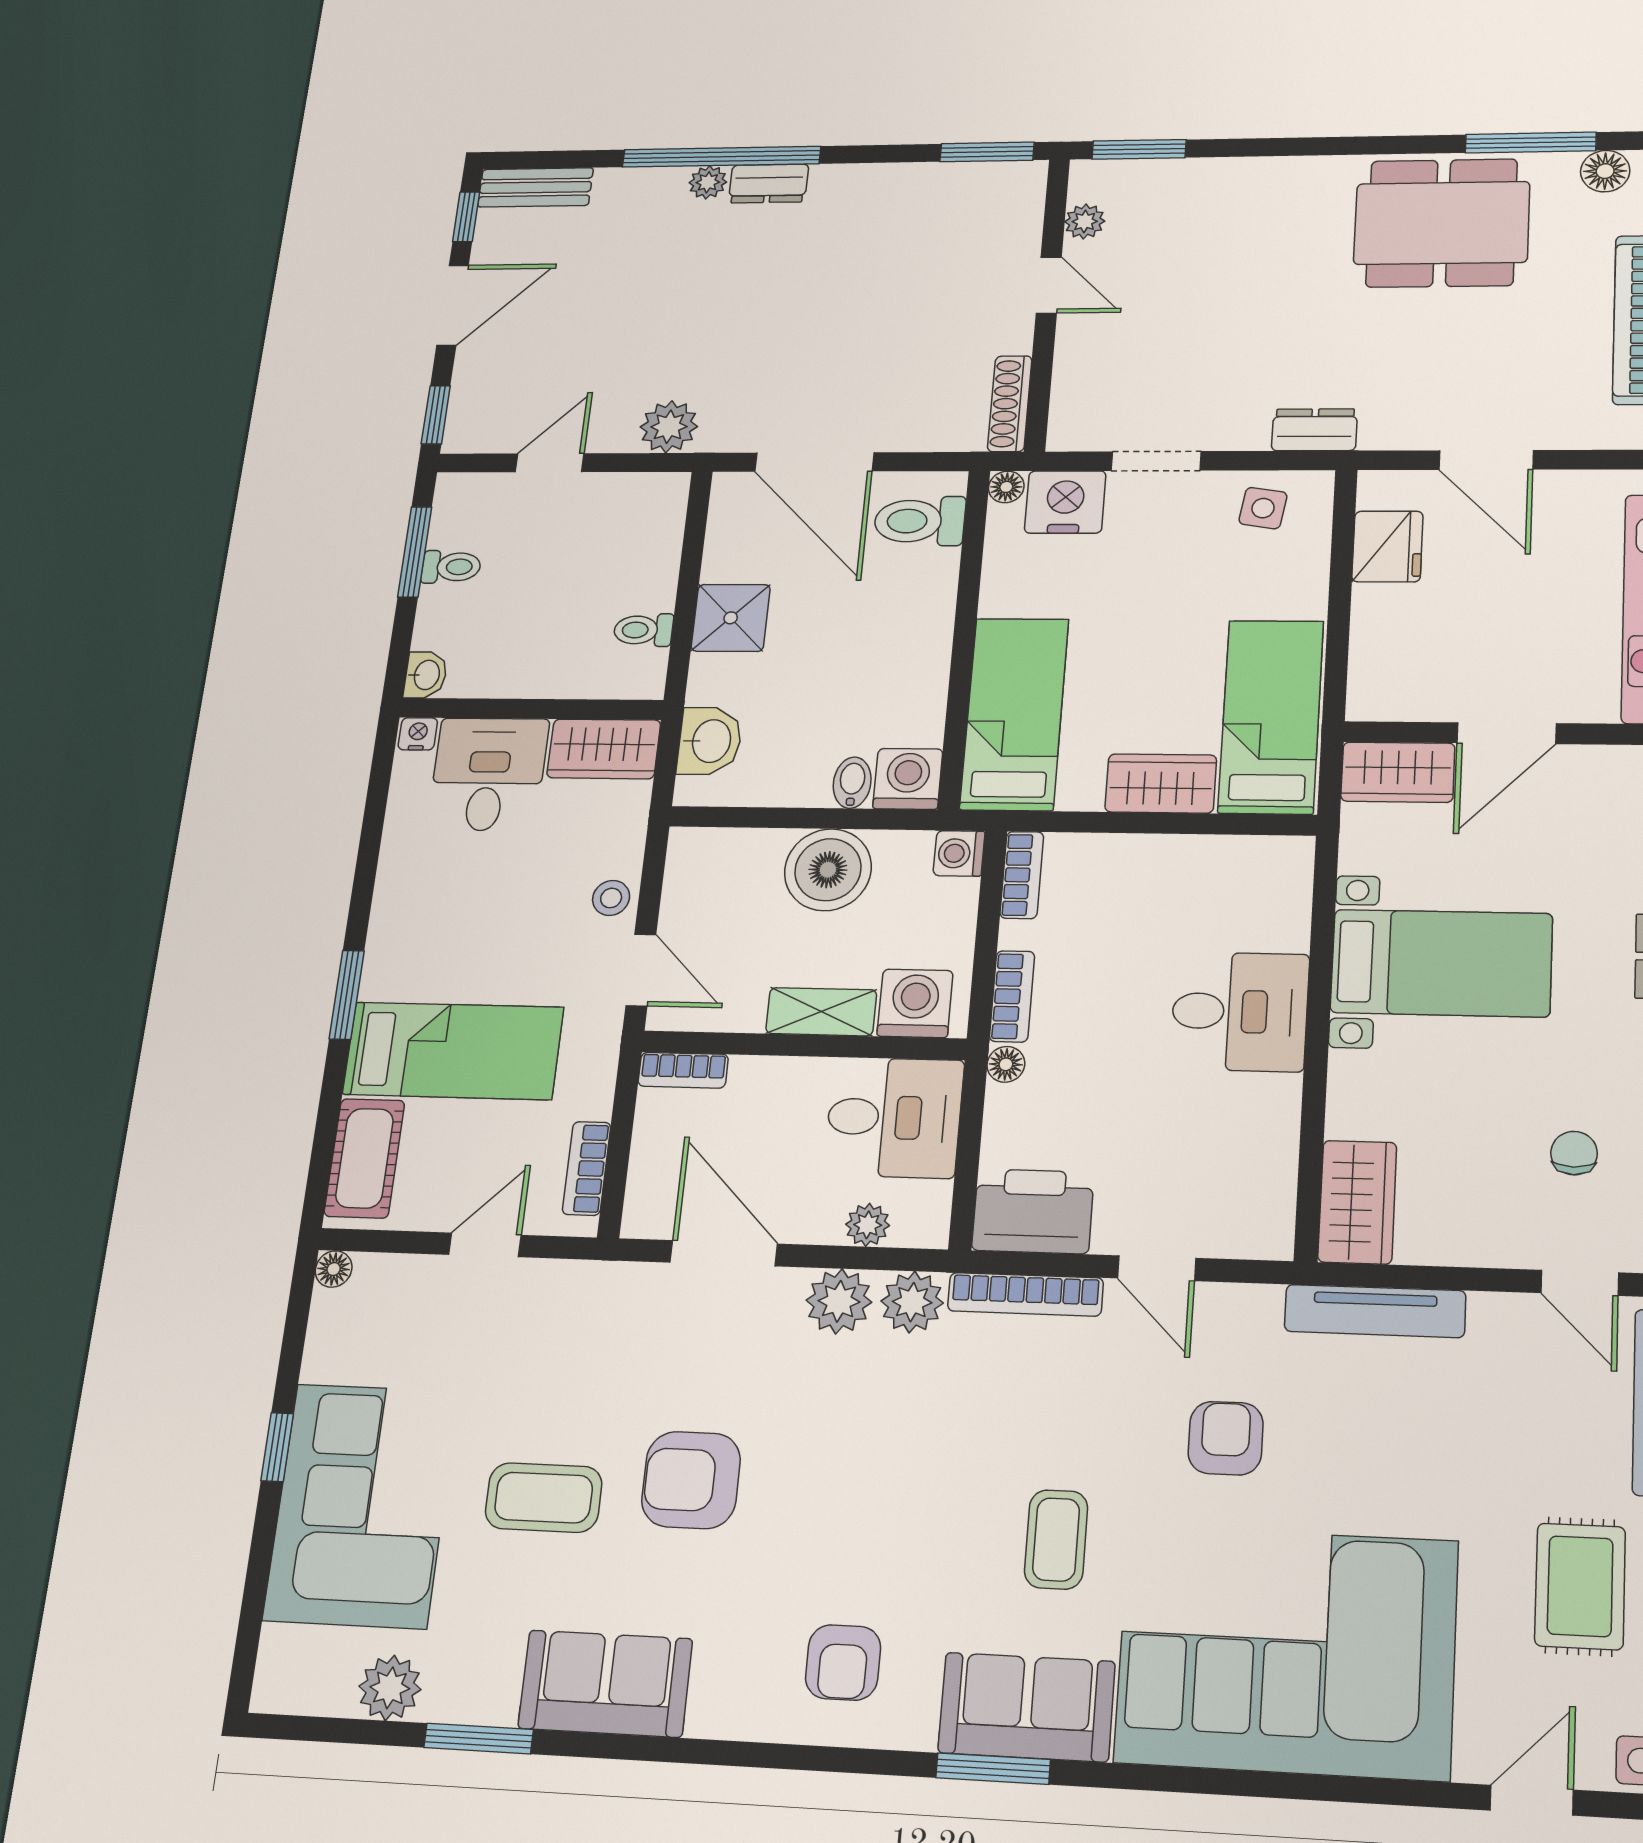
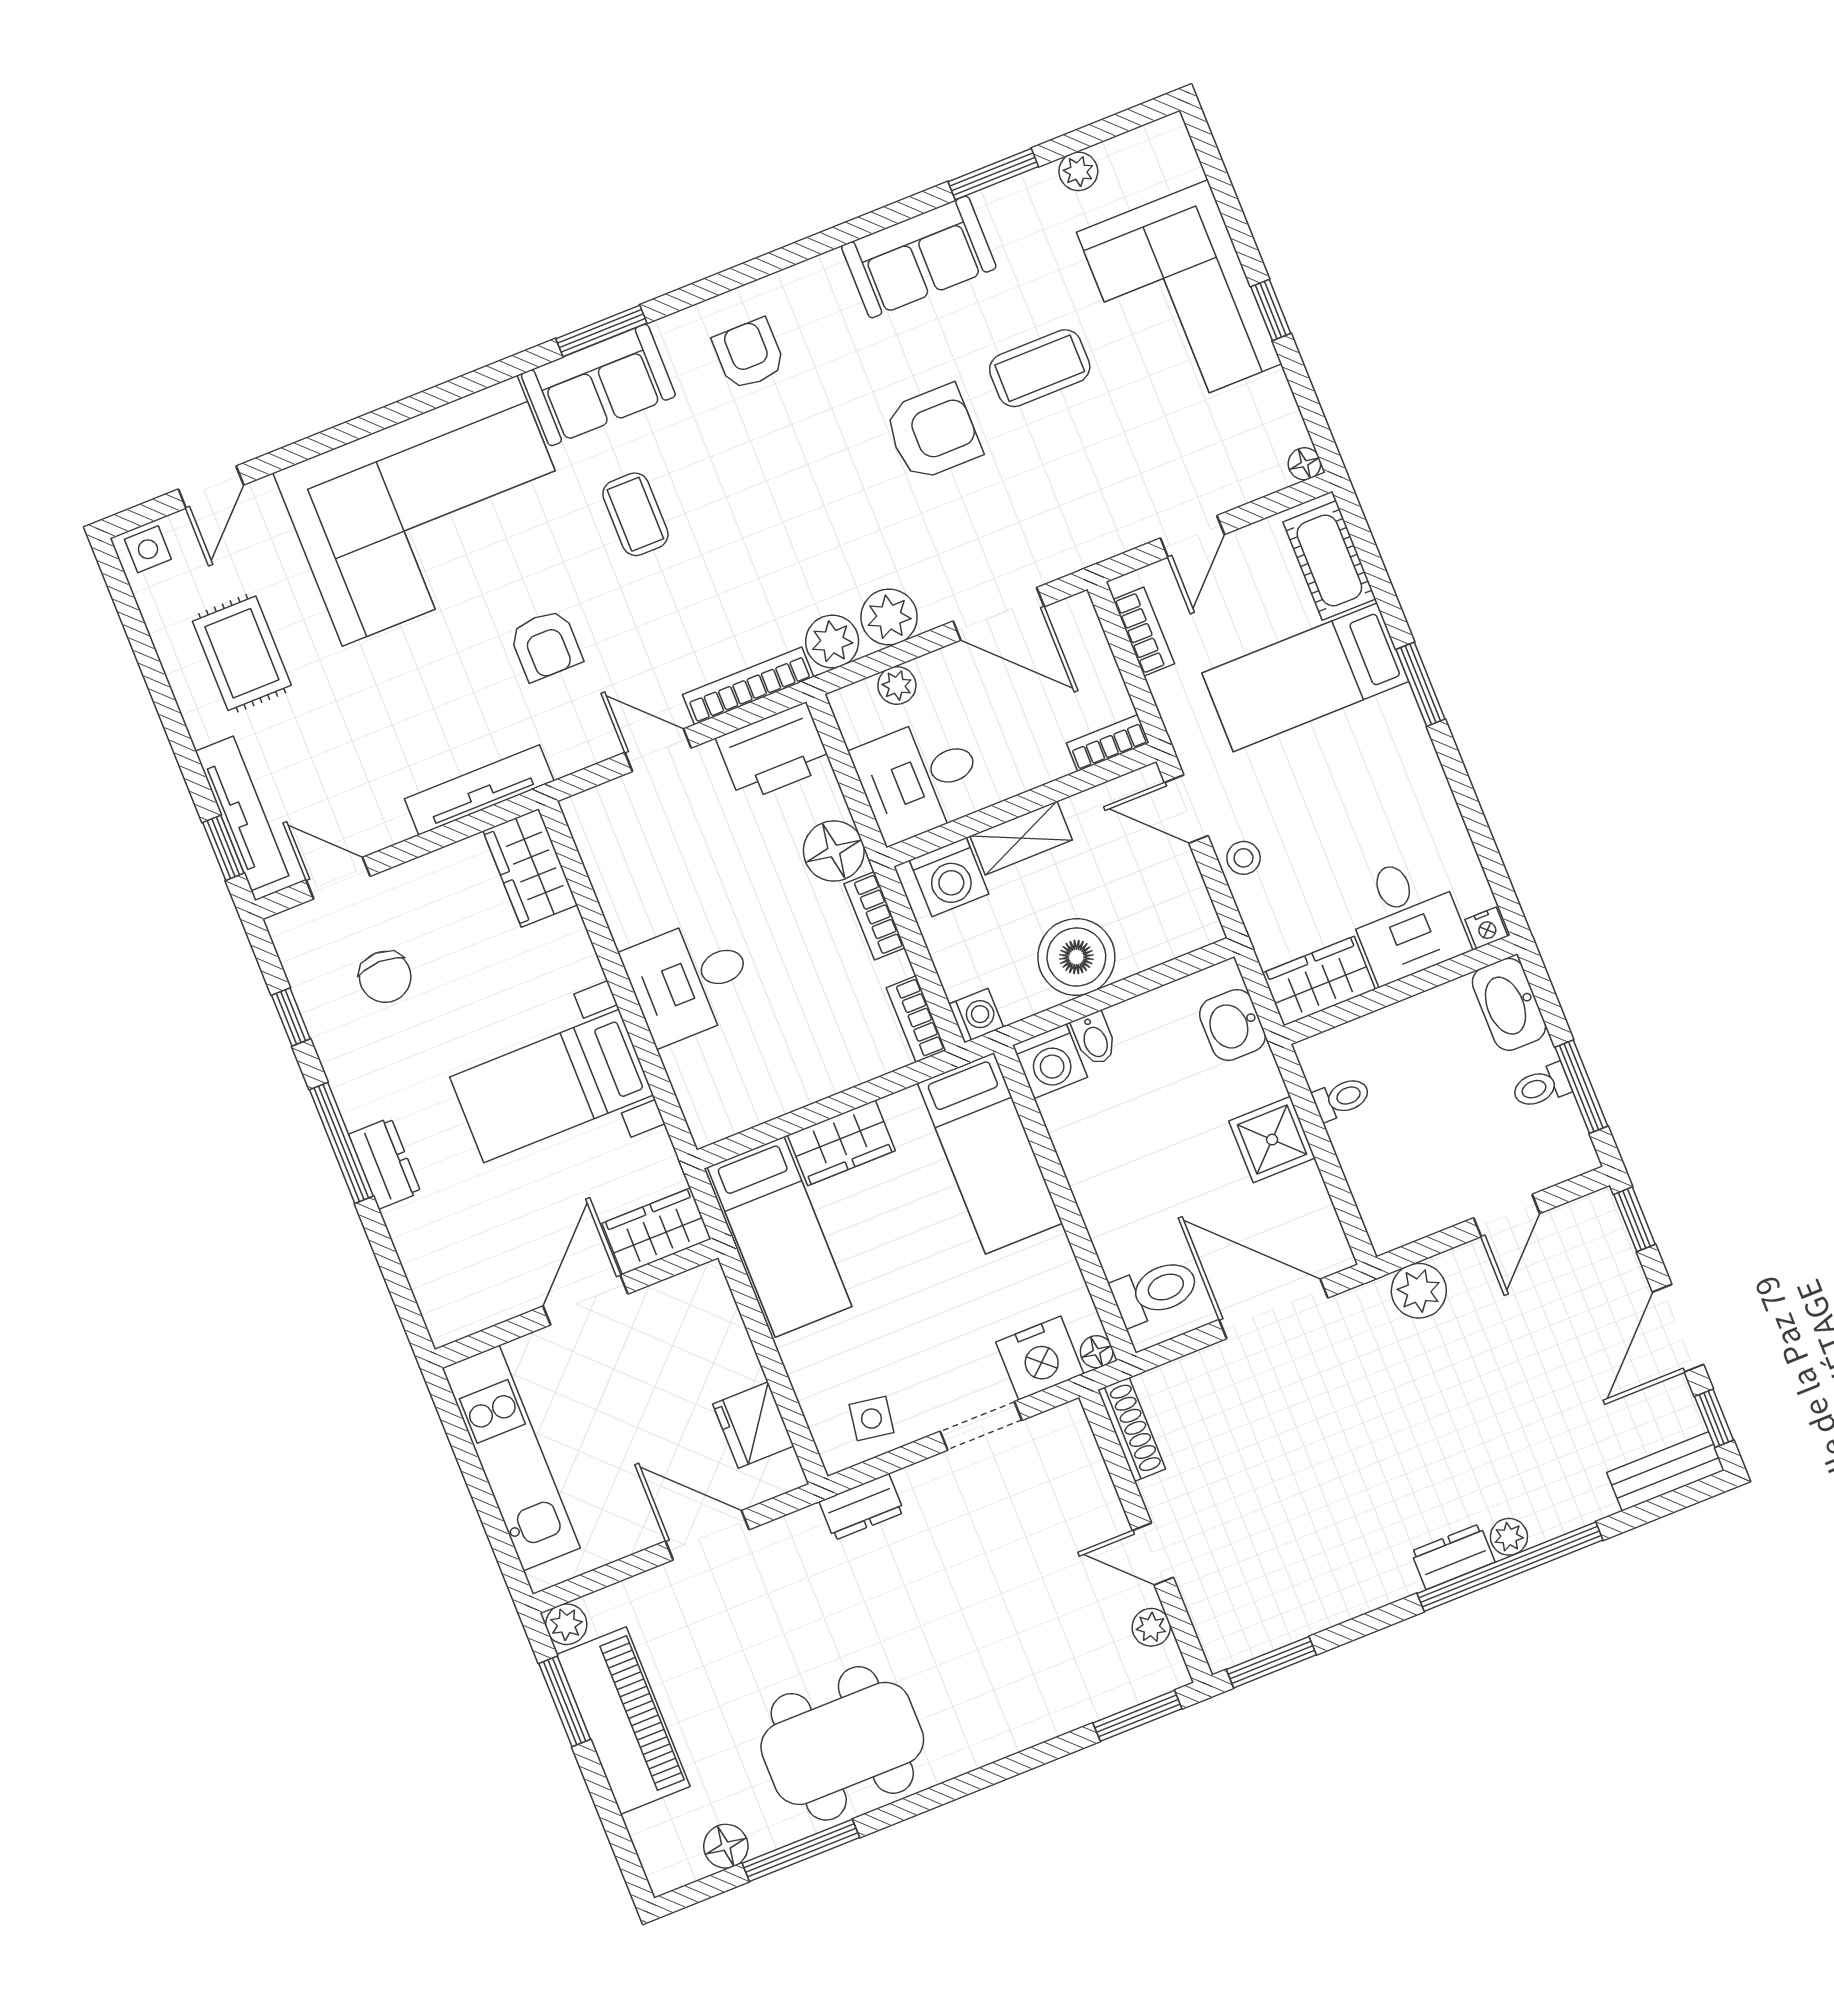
washbasin: (426, 675) -> (1509, 1004), width x1.91, depth x1.45
floor lamp: (1006, 1064) -> (834, 851), width x1.89, depth x1.89
chair: (1574, 1153) -> (385, 977), width x1.37, depth x1.37
plant: (390, 1688) -> (1078, 171), width x0.73, depth x0.73

